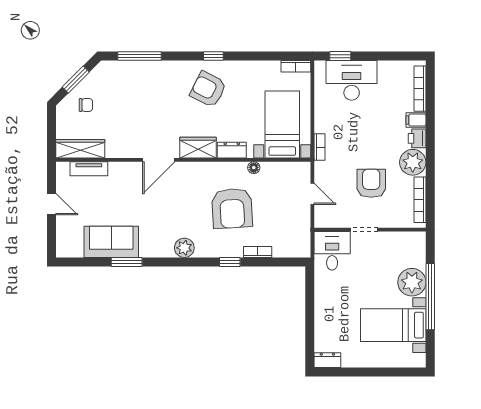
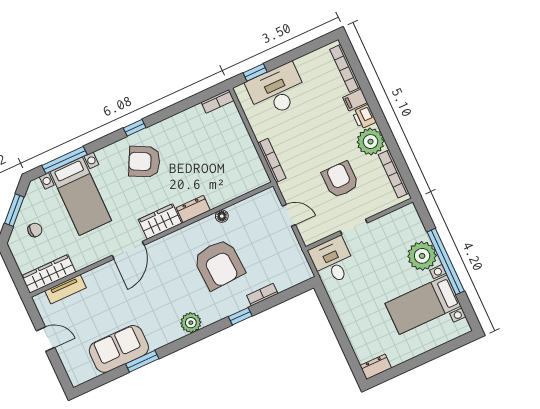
bed with nightstands: (282, 125) -> (81, 196), moved, turned 180
bookcase: (320, 147) -> (272, 161), width x1.56

